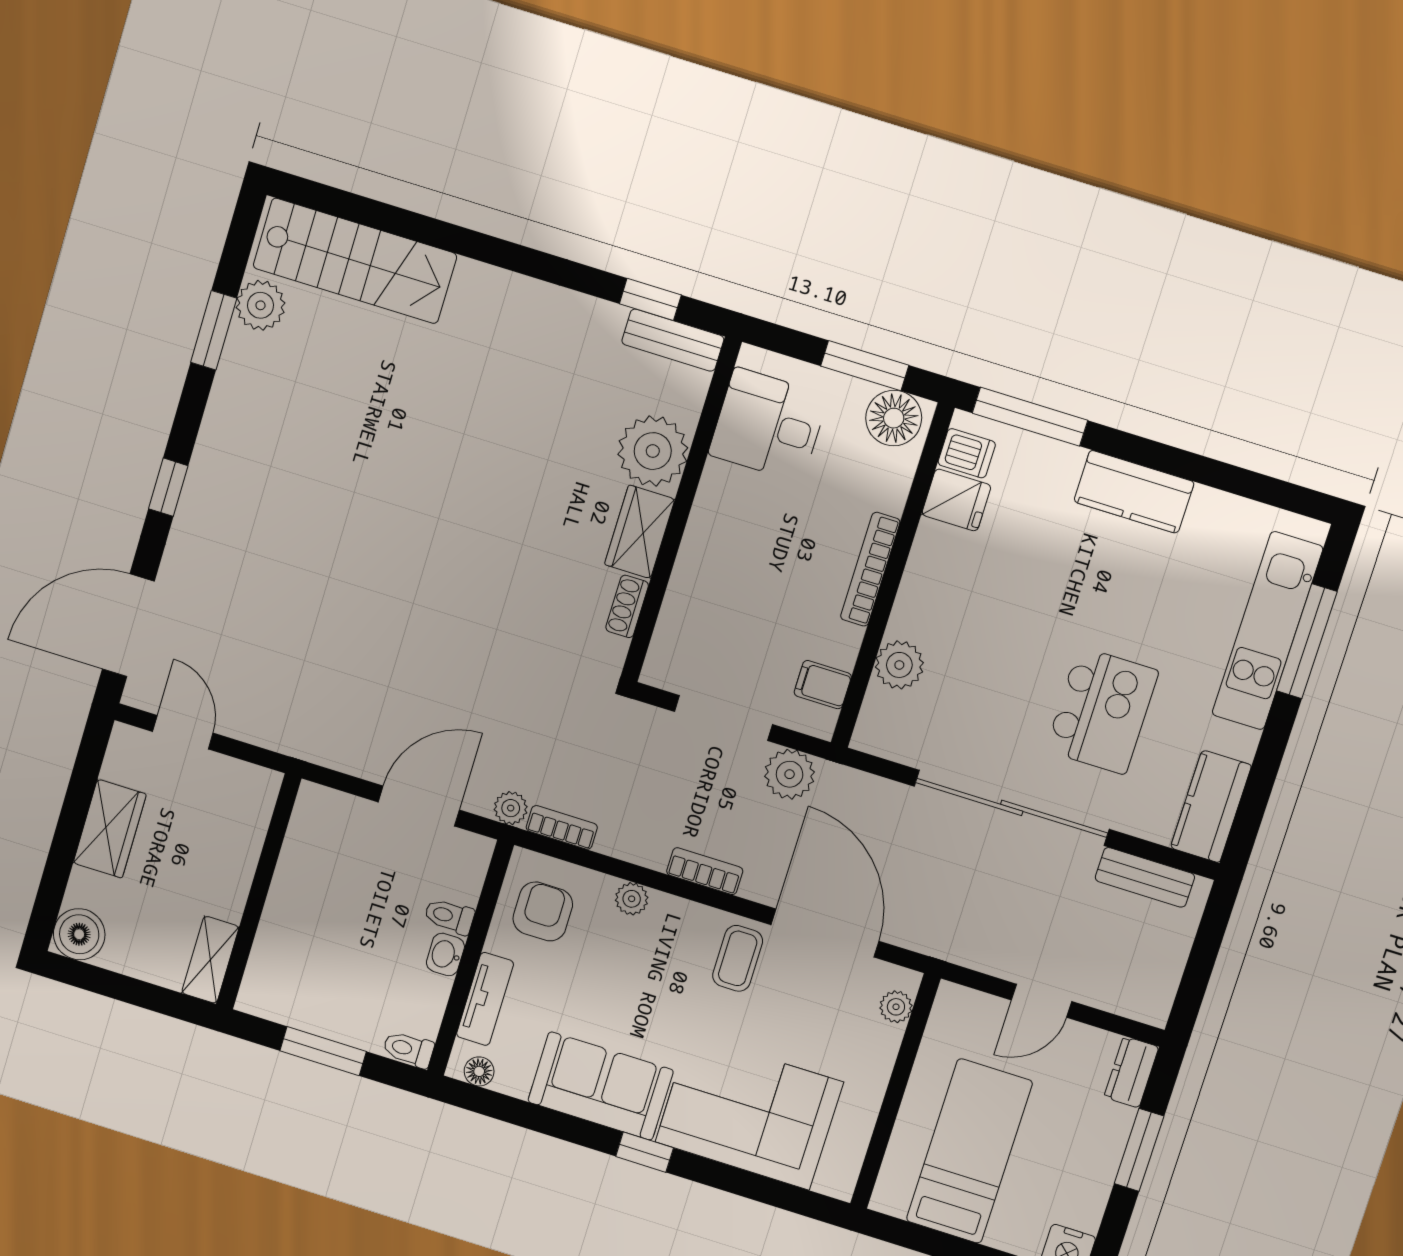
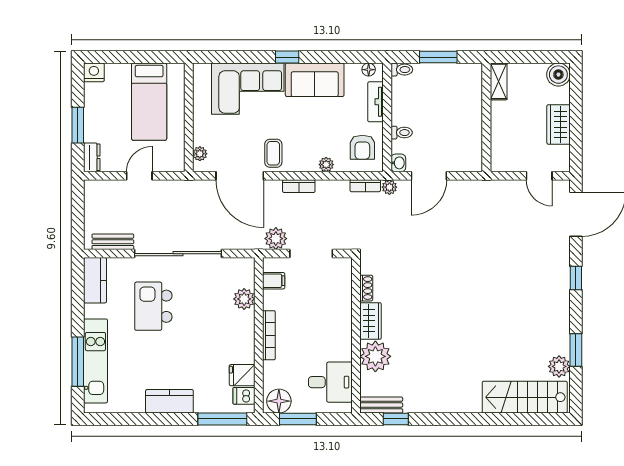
washbasin: (445, 955) -> (398, 163), moved

